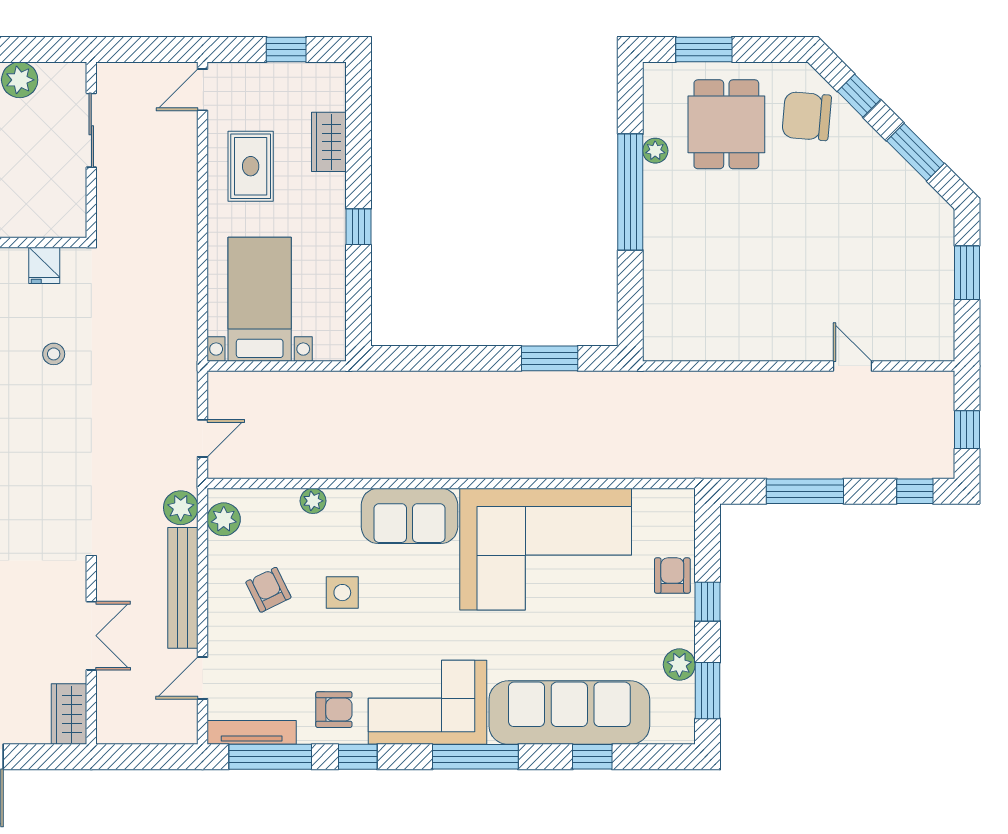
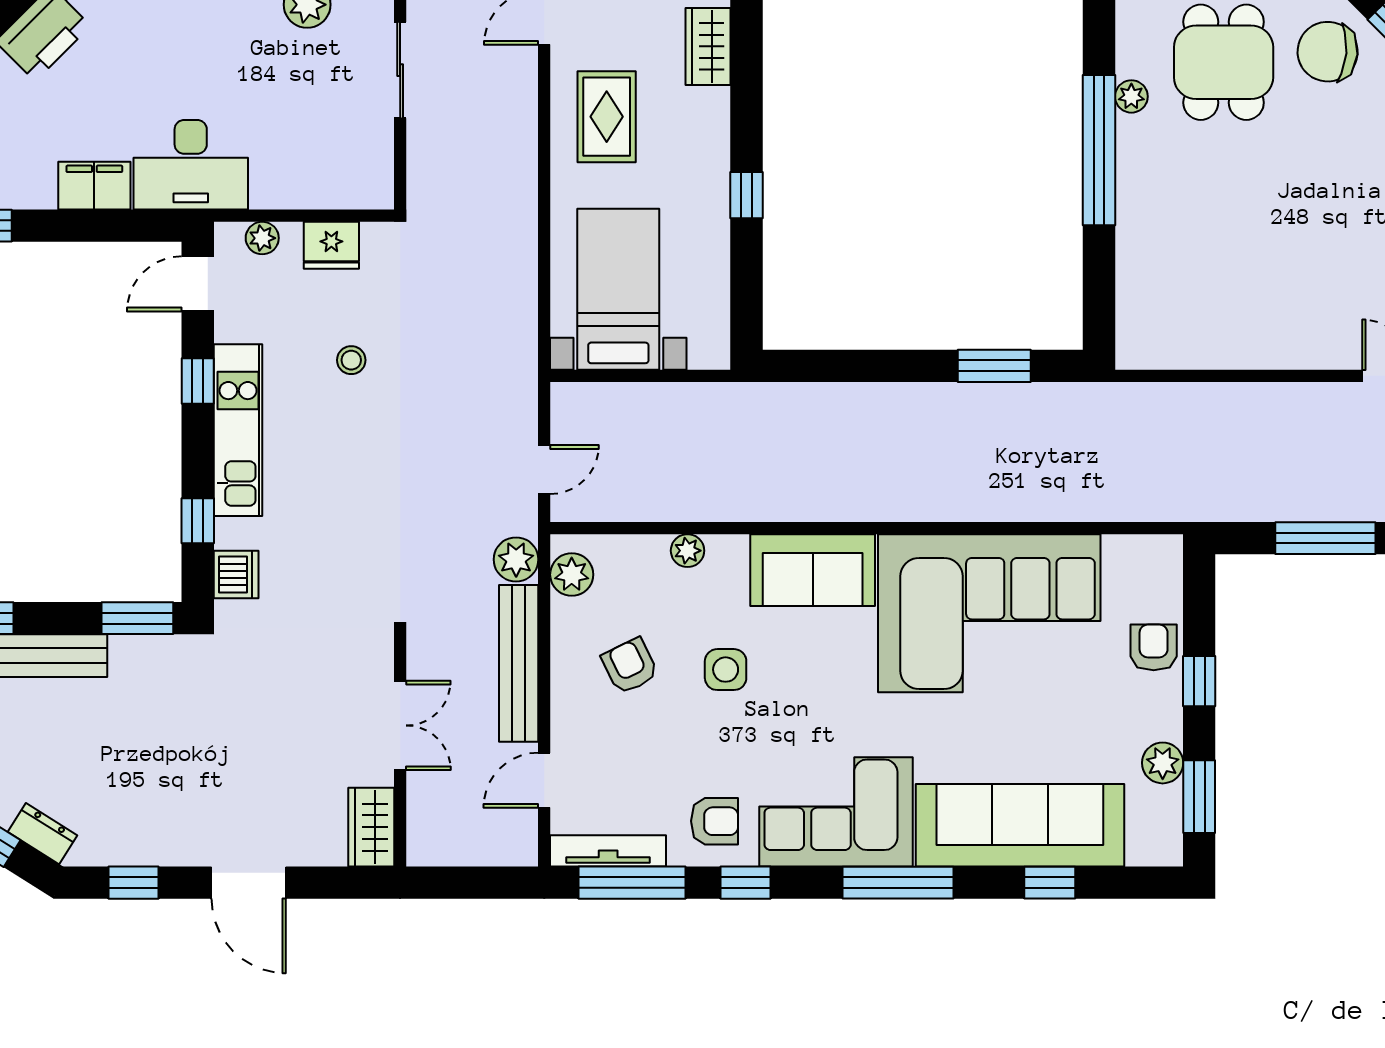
wardrobe: (329, 142) -> (708, 46), moved
fridge: (44, 265) -> (331, 245), width x1.38

